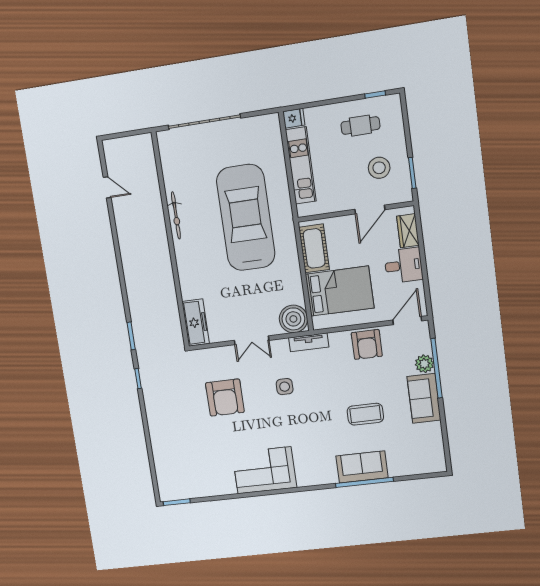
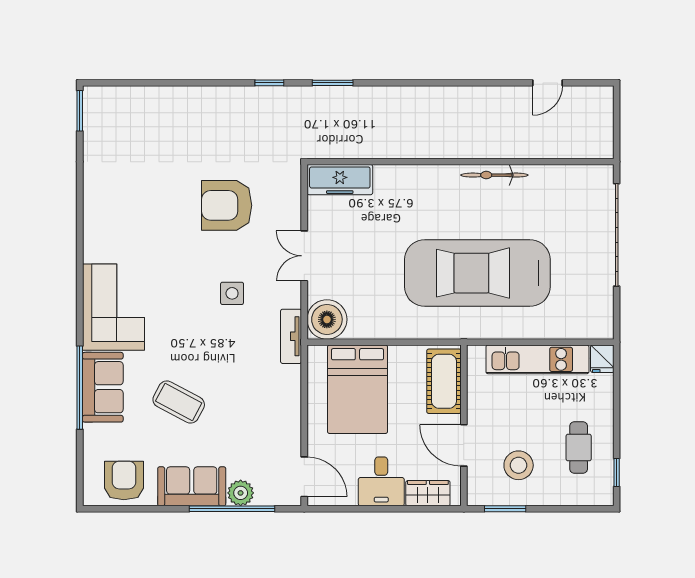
car: (246, 218) -> (477, 273), turned 180
cot: (314, 248) -> (444, 381), moved, turned 90
armchair: (367, 344) -> (124, 480), moved, turned 90
coffee table: (365, 414) -> (179, 402), turned -62
corner sofa: (264, 470) -> (113, 307), moved

